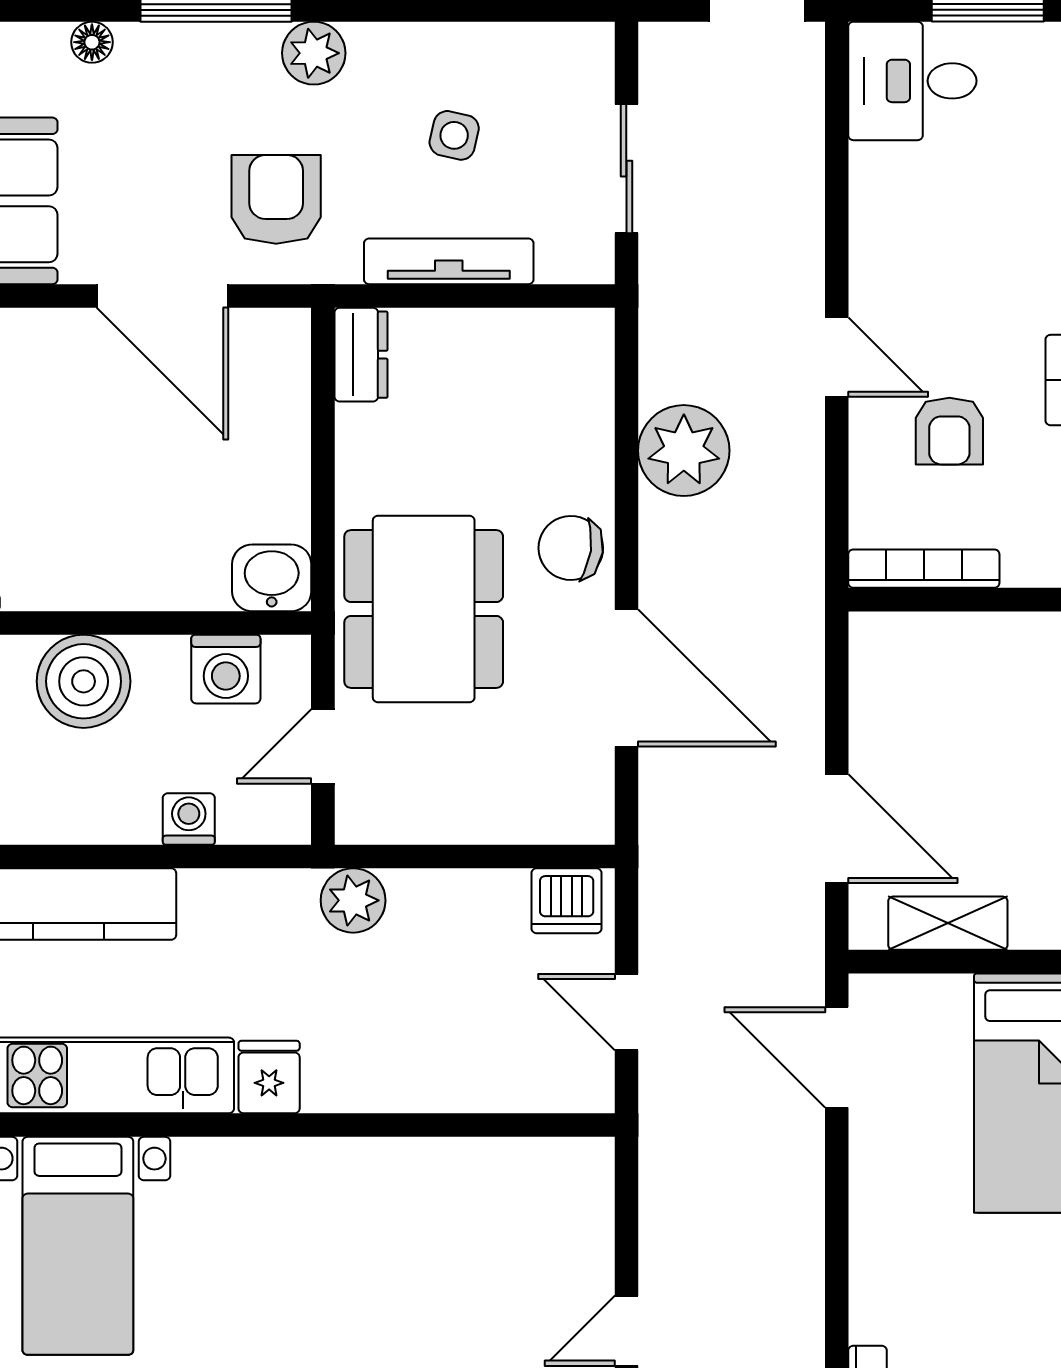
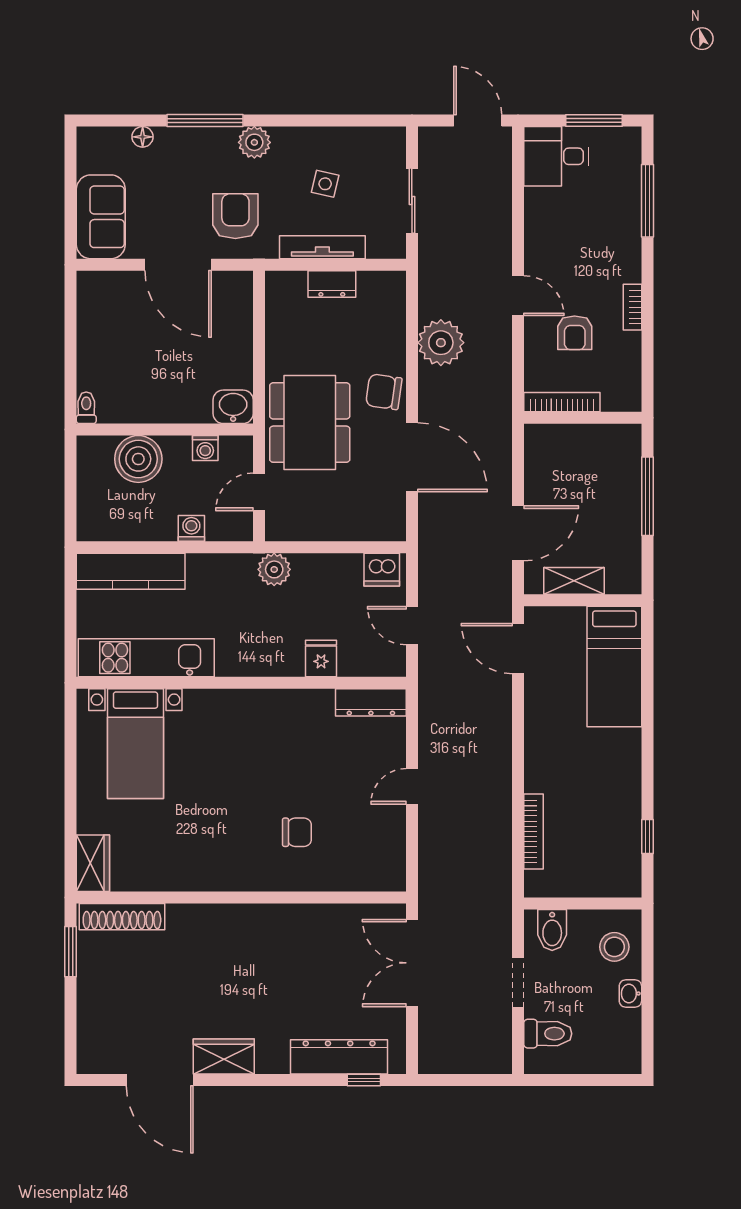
dresser: (361, 355) -> (332, 284), moved, turned 90
washing machine: (226, 669) -> (205, 448), width x0.73, depth x0.73
door: (837, 829) -> (518, 533), hinge flipped
fridge: (269, 1077) -> (321, 658), moved
dresser: (545, 1164) -> (371, 702), added

